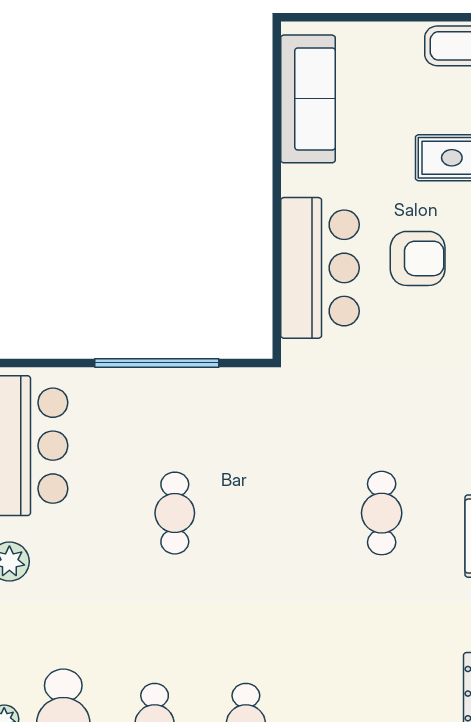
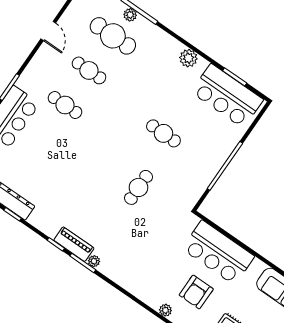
cafe table: (382, 513) -> (138, 187), moved, turned 90

